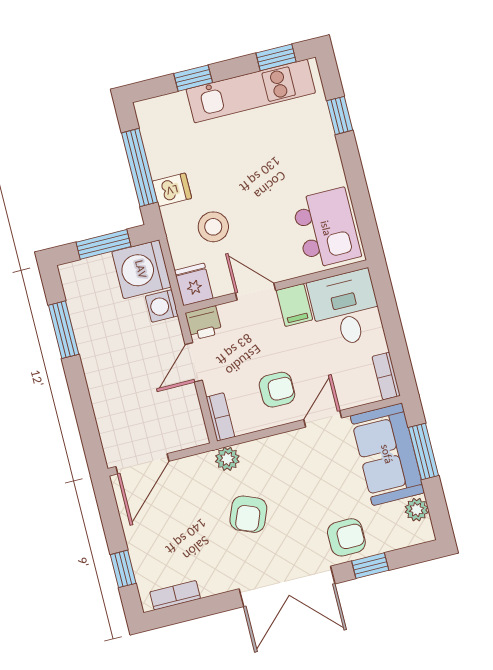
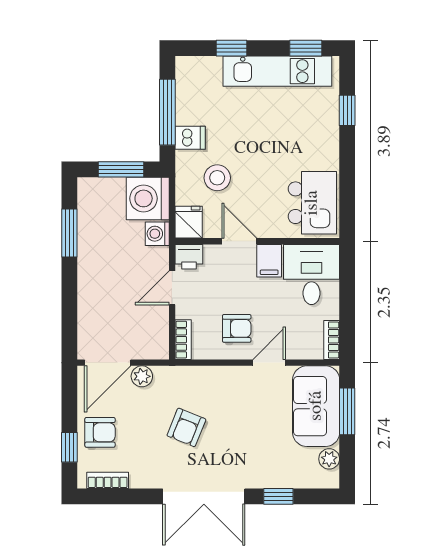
plant: (227, 459) -> (142, 376), moved
armchair: (346, 537) -> (100, 432), moved

